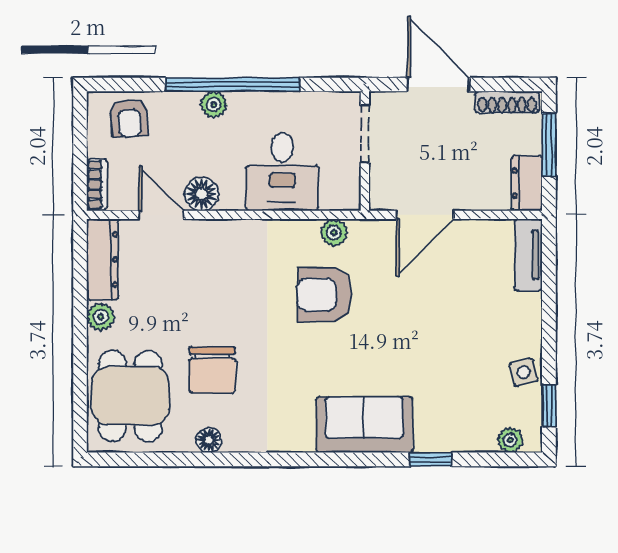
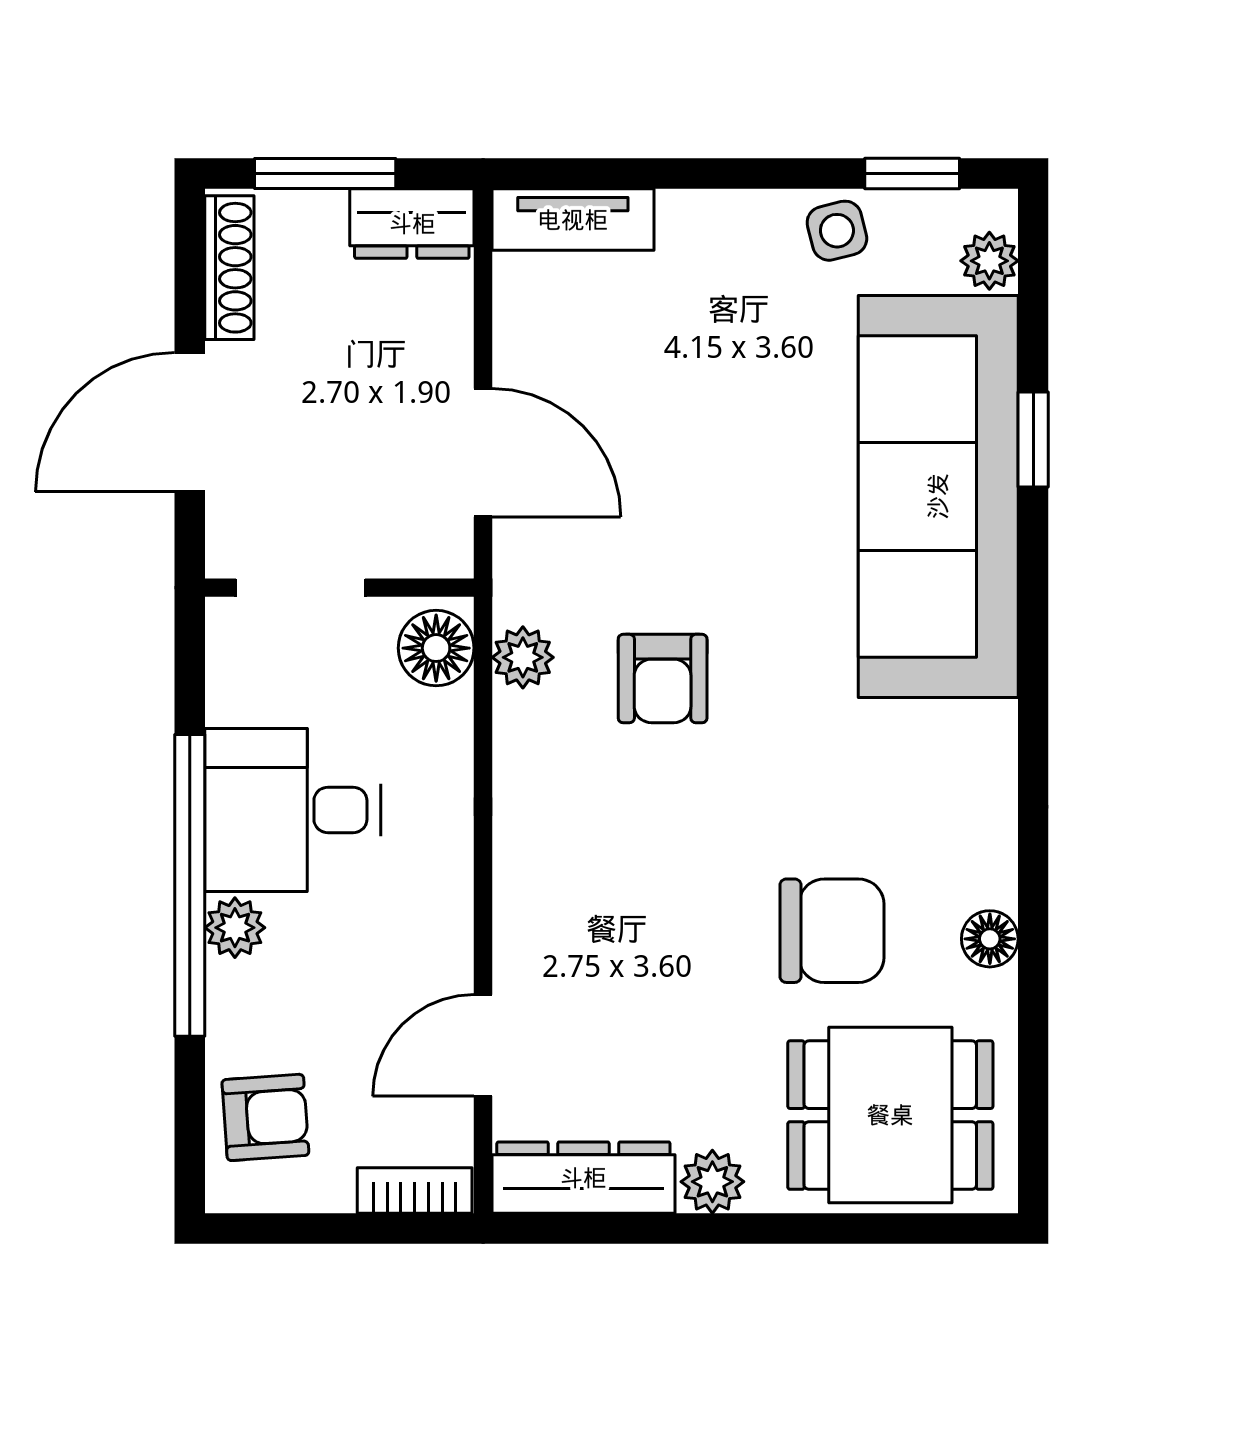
desk: (282, 172) -> (293, 810), moved, turned 180
floor lamp: (201, 194) -> (436, 648), moved
armchair: (324, 295) -> (663, 679), width x0.72, depth x0.72
sofa: (364, 425) -> (938, 496), width x1.85, depth x1.27

